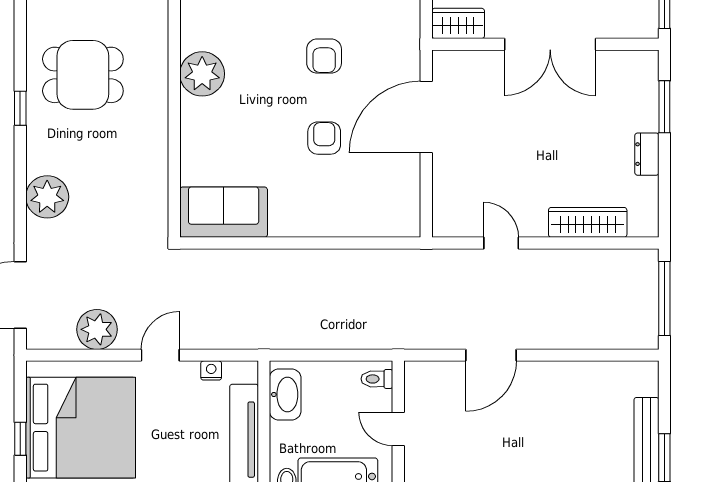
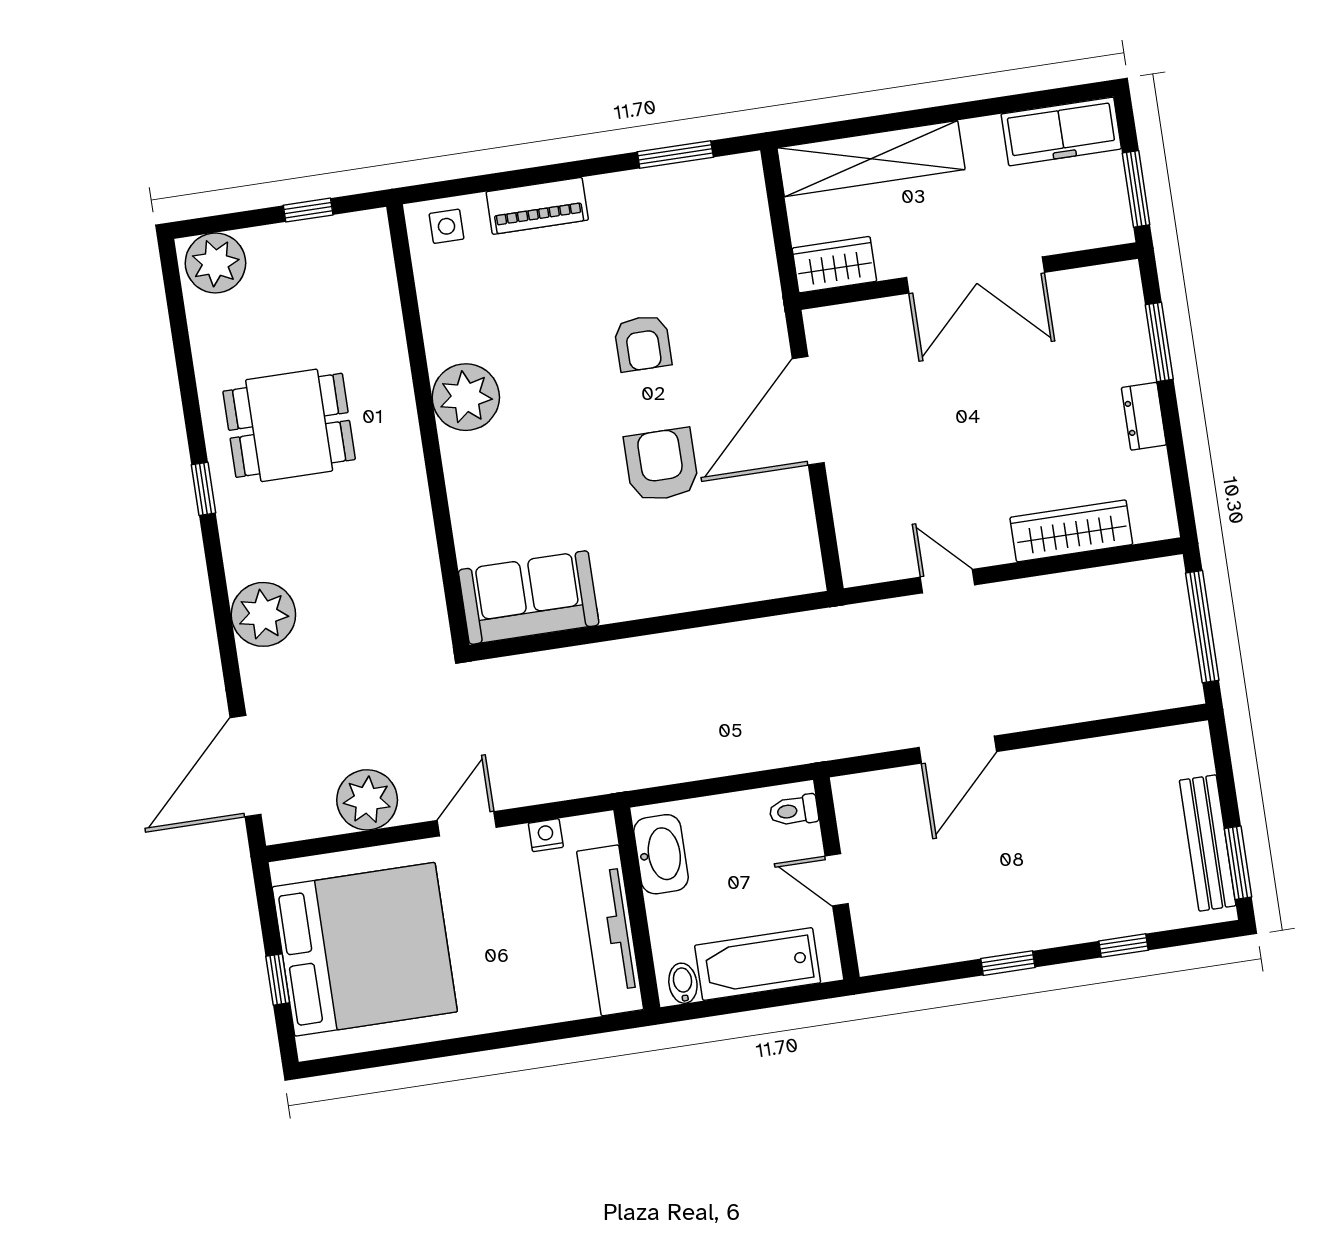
armchair: (324, 138) -> (661, 465), width x1.38, depth x1.38

